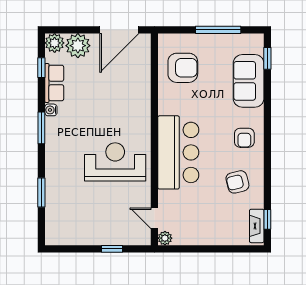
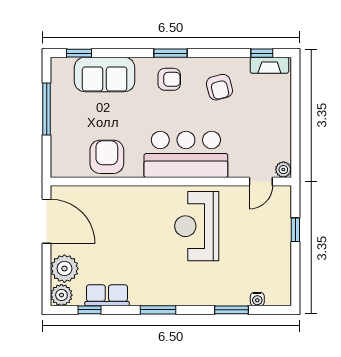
armchair: (183, 68) -> (107, 157), moved
water cooler: (51, 110) -> (257, 299), moved
window: (267, 139) -> (171, 53), added

